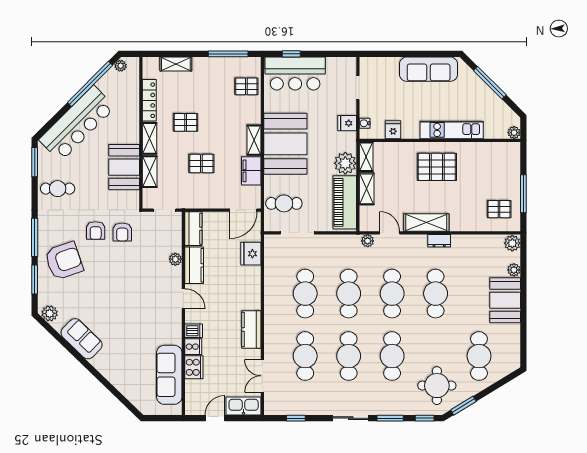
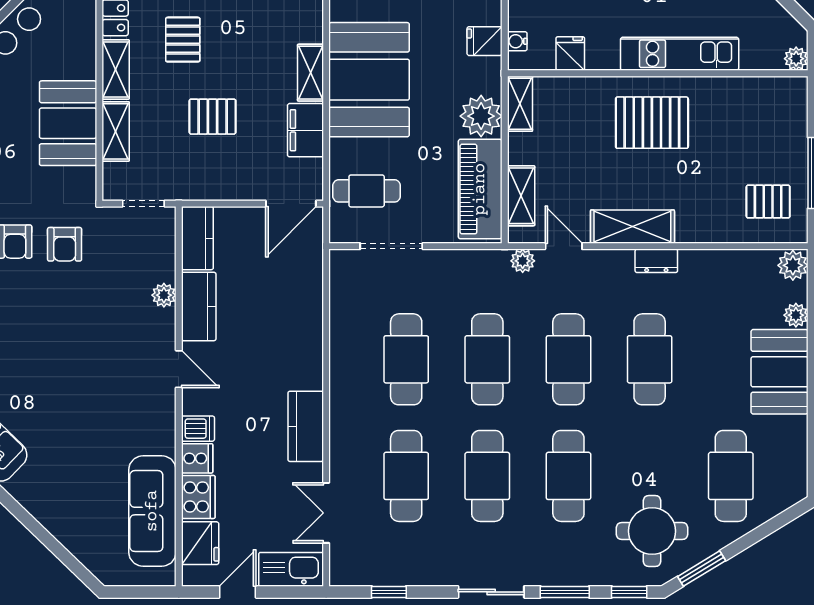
pallet: (186, 122) -> (183, 40), turned 90
shelving: (367, 189) -> (521, 196), moved
fridge: (251, 254) -> (200, 543), moved, turned 180

